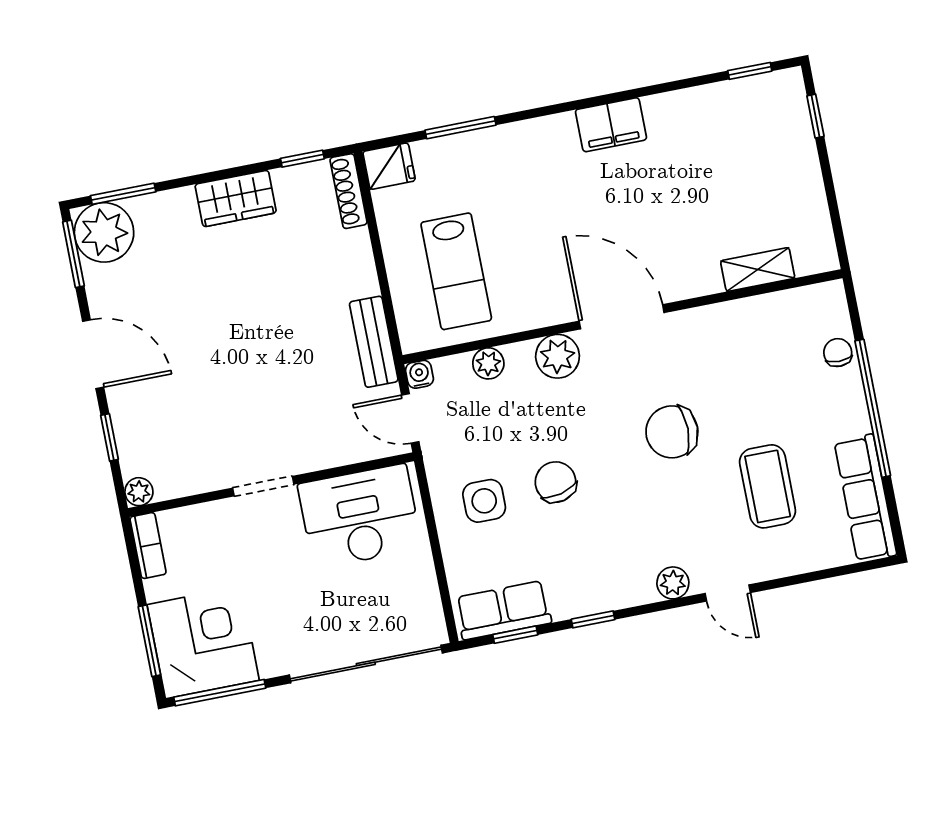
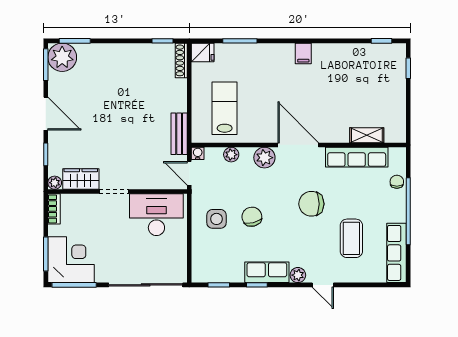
filing cabinet: (611, 125) -> (303, 53), width x0.50
wardrobe: (236, 198) -> (81, 179), moved, turned 180
lab bench: (456, 271) -> (225, 108), turned 180
row of seats: (746, 318) -> (357, 157), added
row of seats: (503, 610) -> (267, 272), moved

